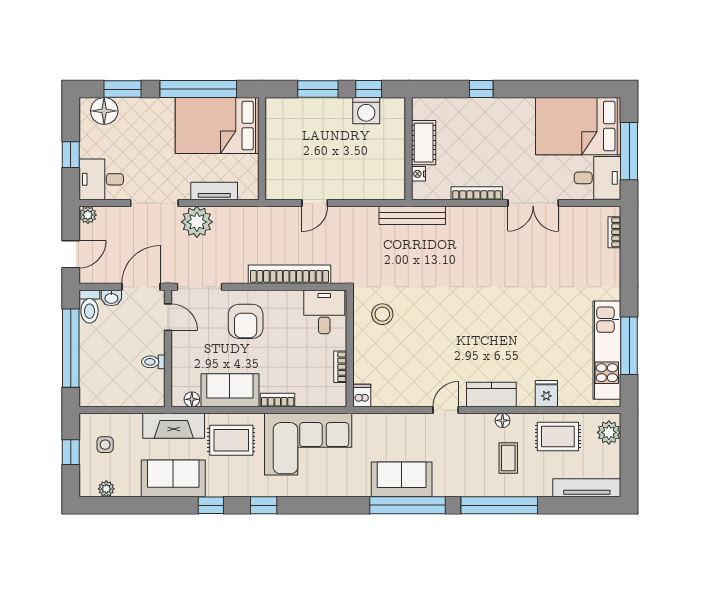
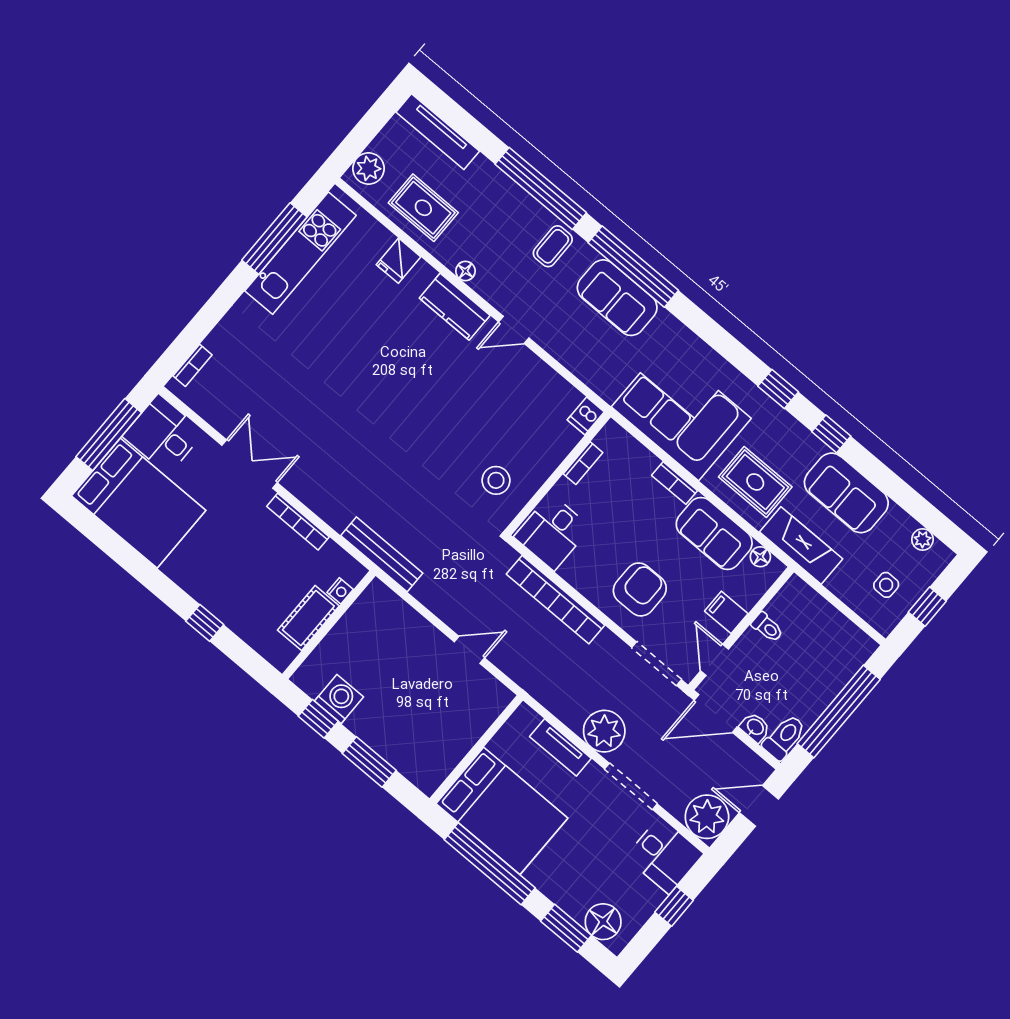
plant: (88, 215) -> (707, 817), width x1.88, depth x1.88
filing cabinet: (184, 350) -> (726, 612), added
coffee table: (508, 458) -> (553, 246), moved

